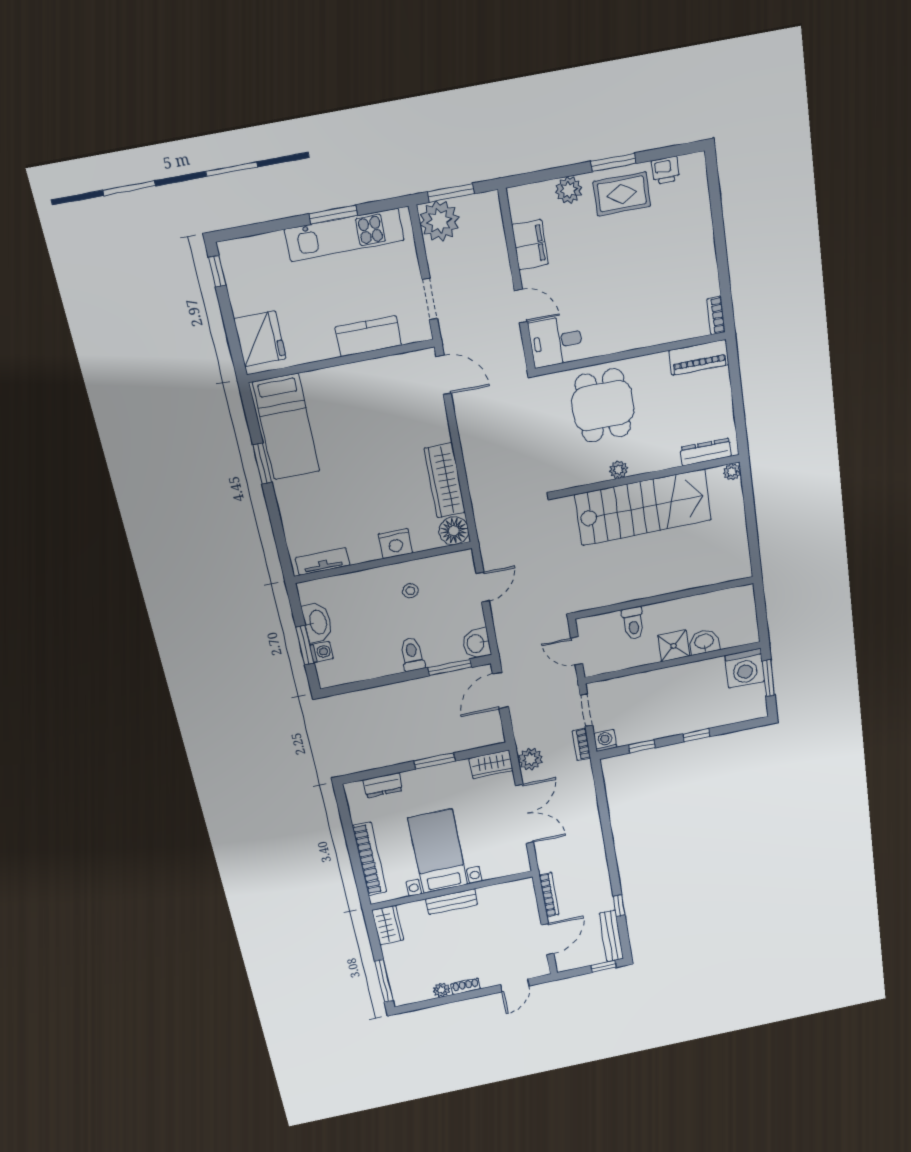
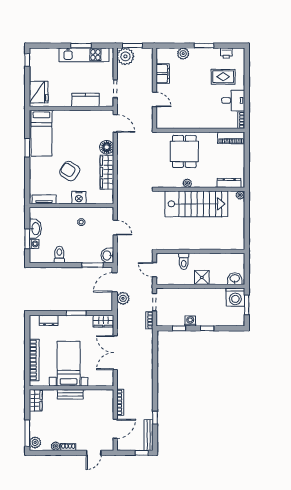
rug: (622, 194) -> (223, 77), moved
desk: (556, 341) -> (233, 100), moved, turned 180
armchair: (365, 494) -> (70, 171), added
floor lamp: (454, 531) -> (107, 147), moved
door: (483, 587) -> (115, 228), hinge flipped
washbasin: (704, 642) -> (235, 279), moved
toilet: (412, 654) -> (59, 254), moved
washing machine: (605, 741) -> (190, 321), moved
plant: (530, 759) -> (123, 298), moved
double door: (524, 814) -> (115, 353), swing flipped
plant: (402, 992) -> (35, 442), added

